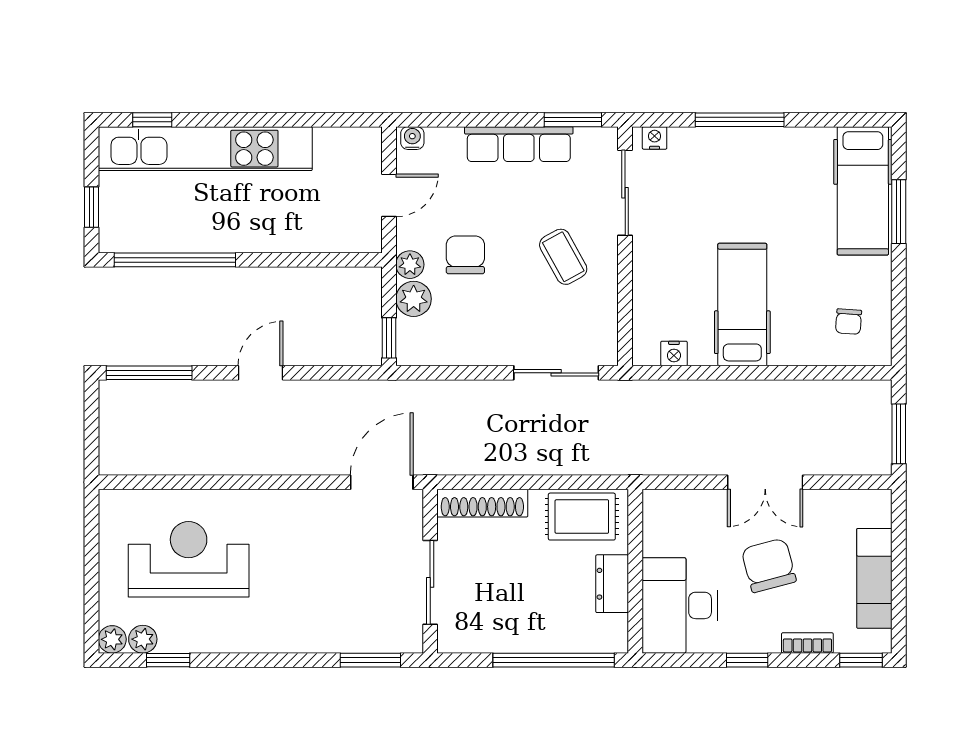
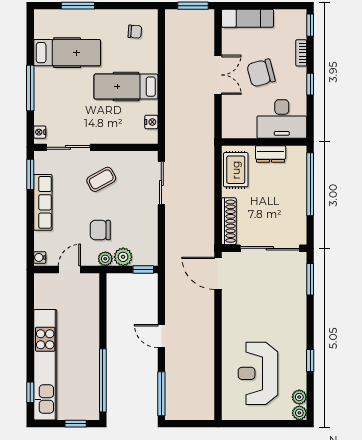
hospital bed: (863, 191) -> (67, 53), moved
door: (389, 195) -> (69, 270), hinge flipped
exam couch: (874, 578) -> (247, 18), moved
sliding door: (430, 582) -> (270, 248), width x1.37
window: (168, 660) -> (310, 361), moved

